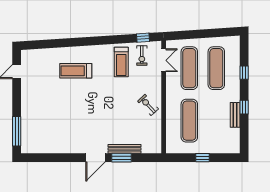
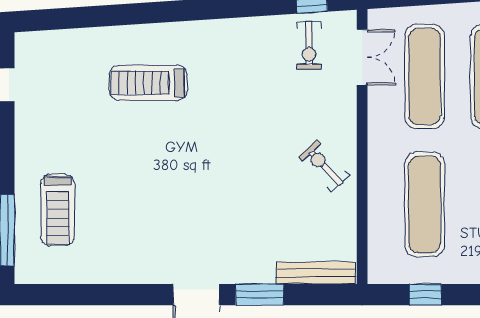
treadmill: (121, 62) -> (58, 210), moved
bench: (124, 149) -> (316, 273), moved
window: (203, 158) -> (425, 295), moved

